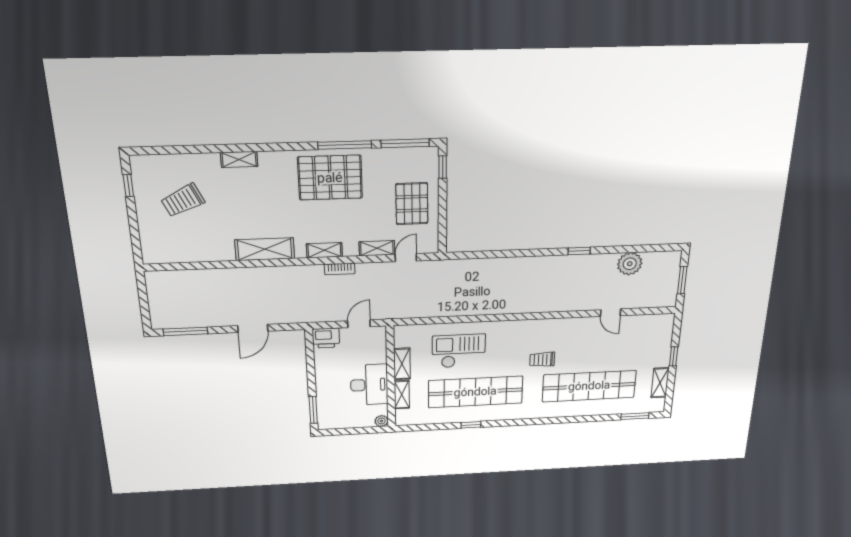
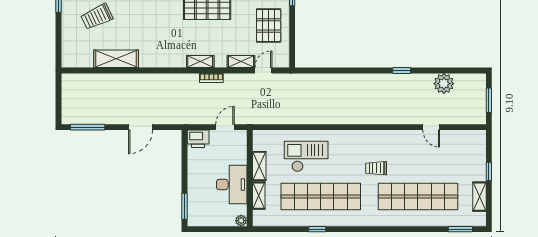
shelving: (265, 249) -> (116, 59), moved

